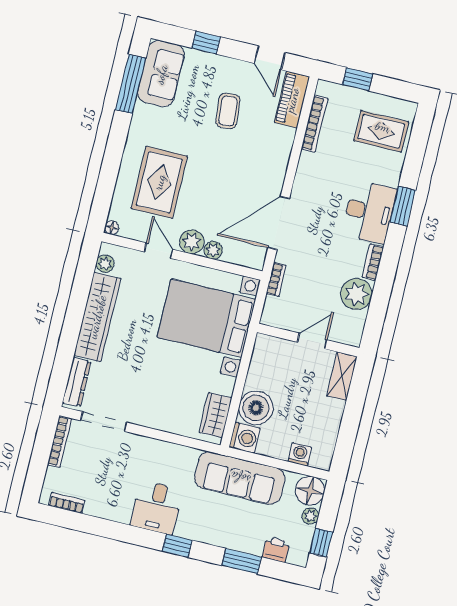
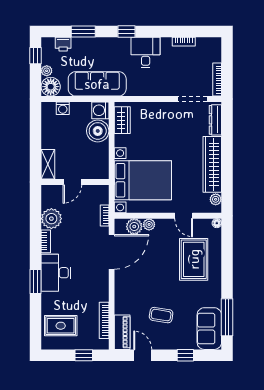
coffee table: (228, 111) -> (161, 315), turned -76
plant: (192, 242) -> (134, 226), moved
bookcase: (67, 503) -> (184, 42), moved

